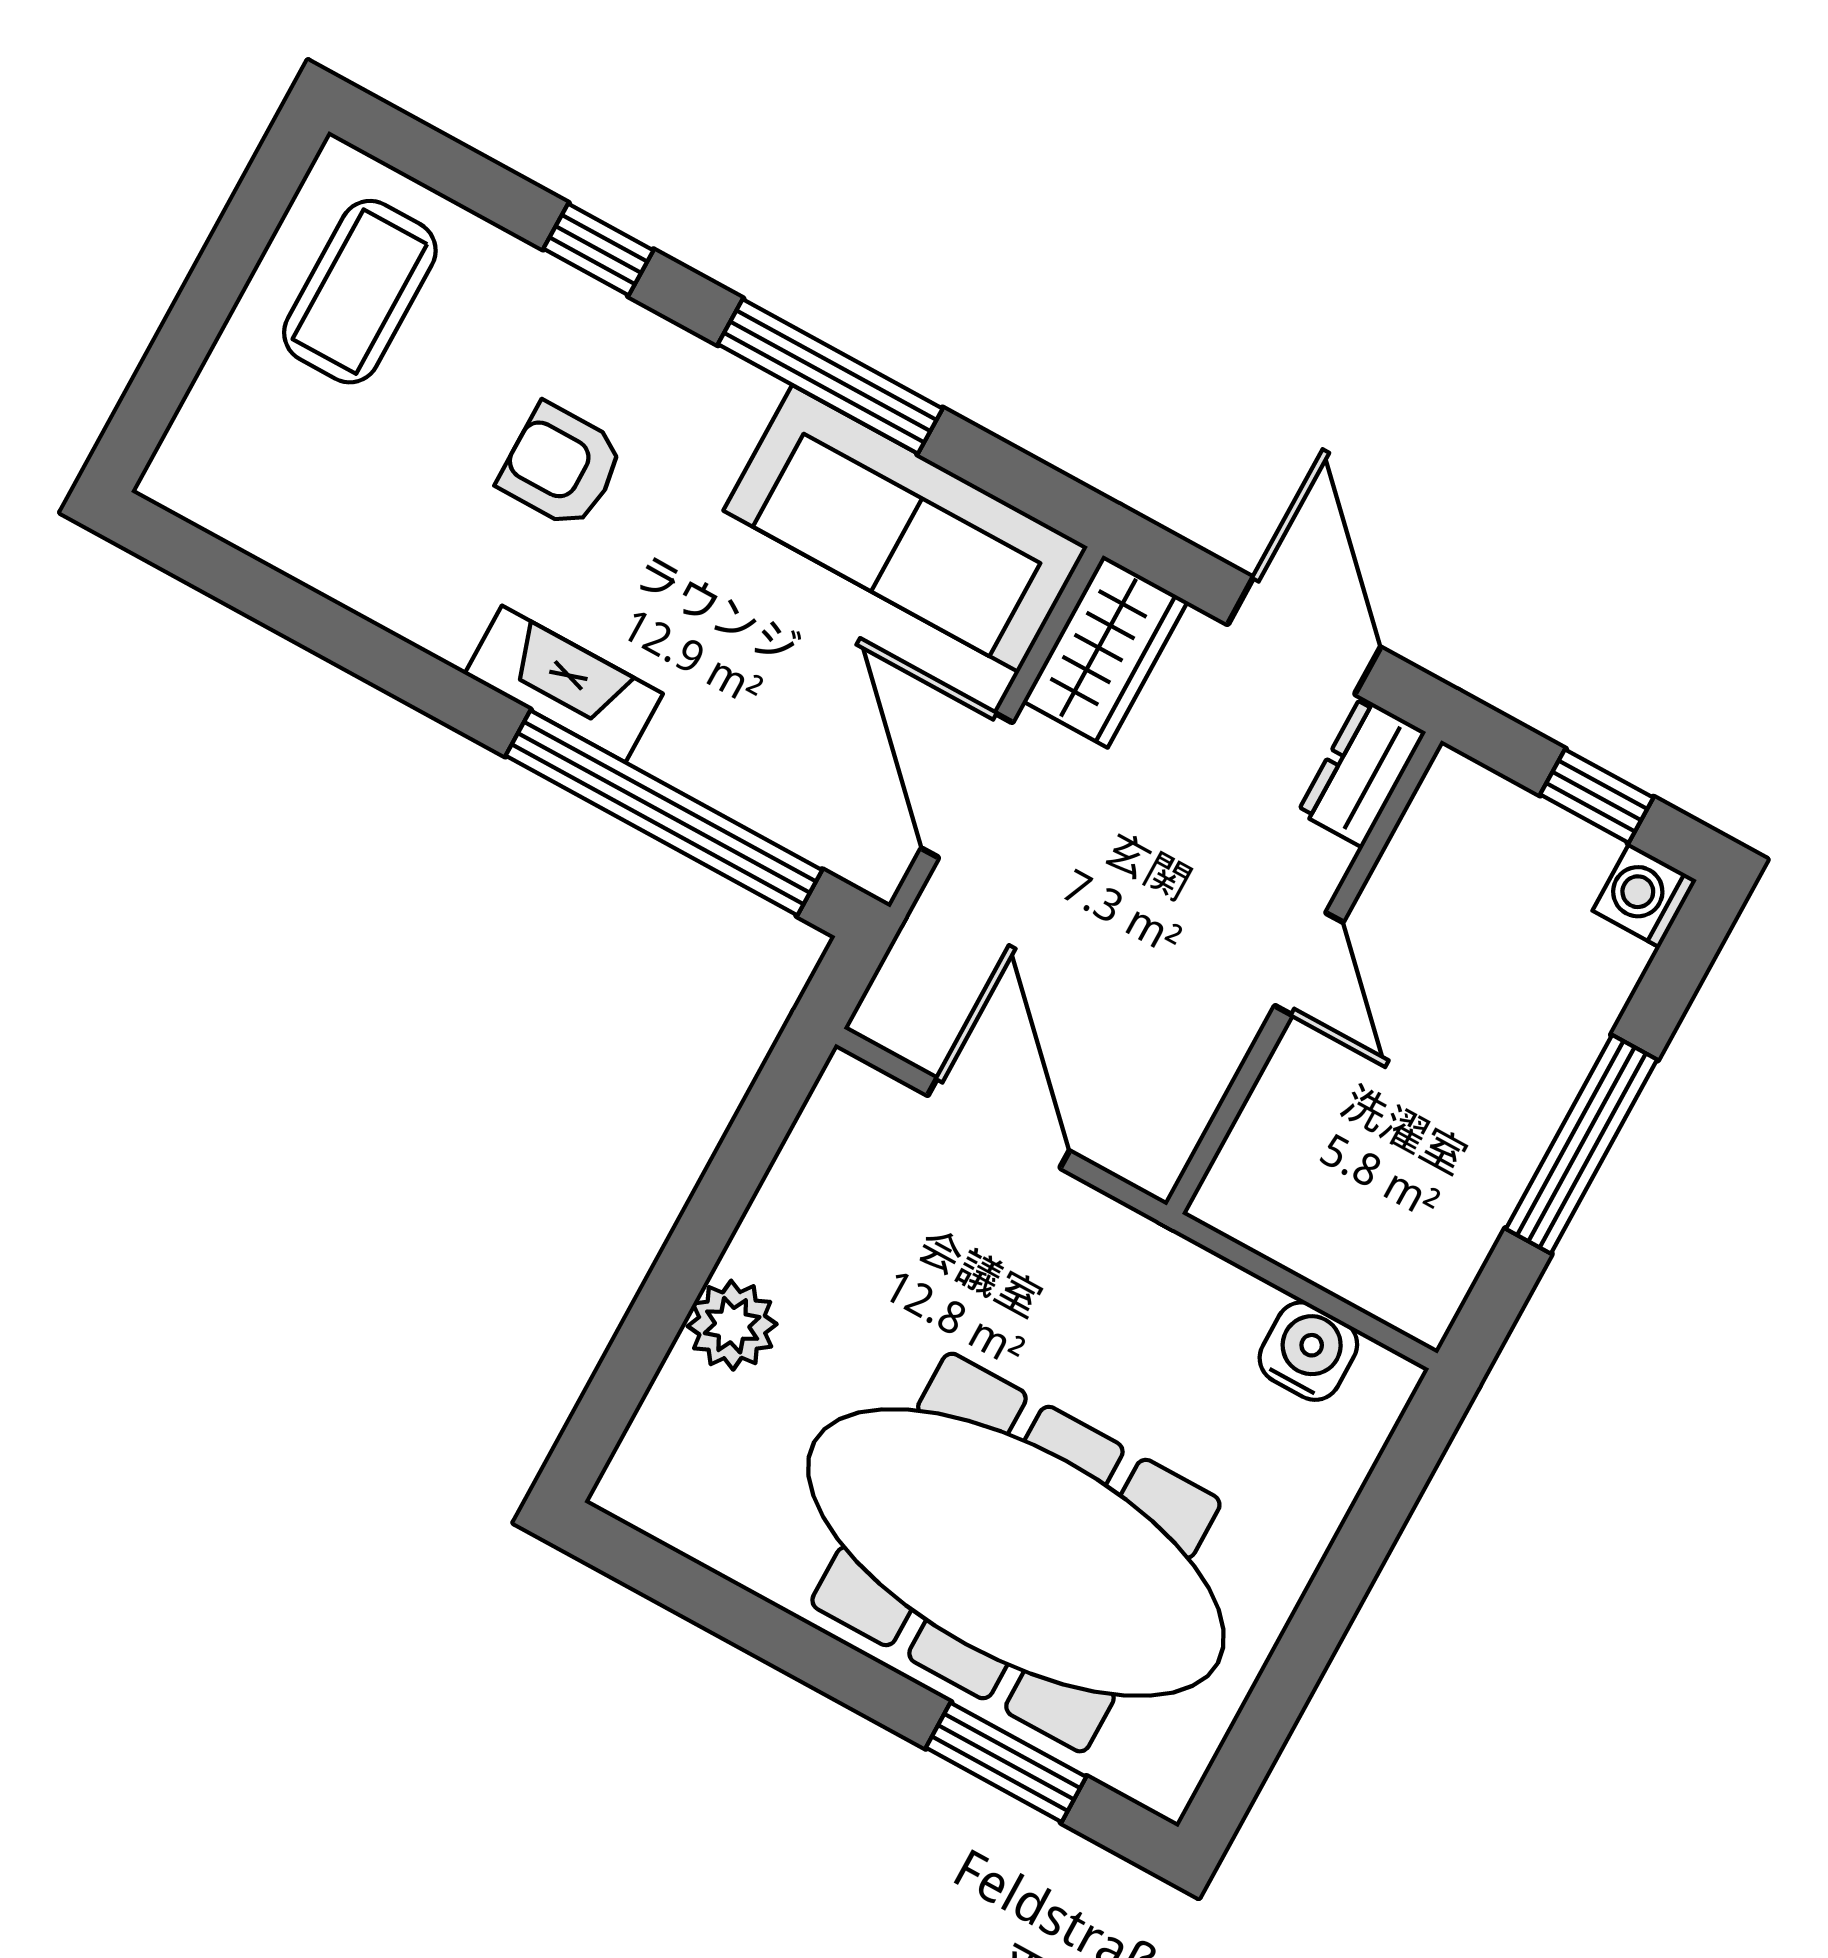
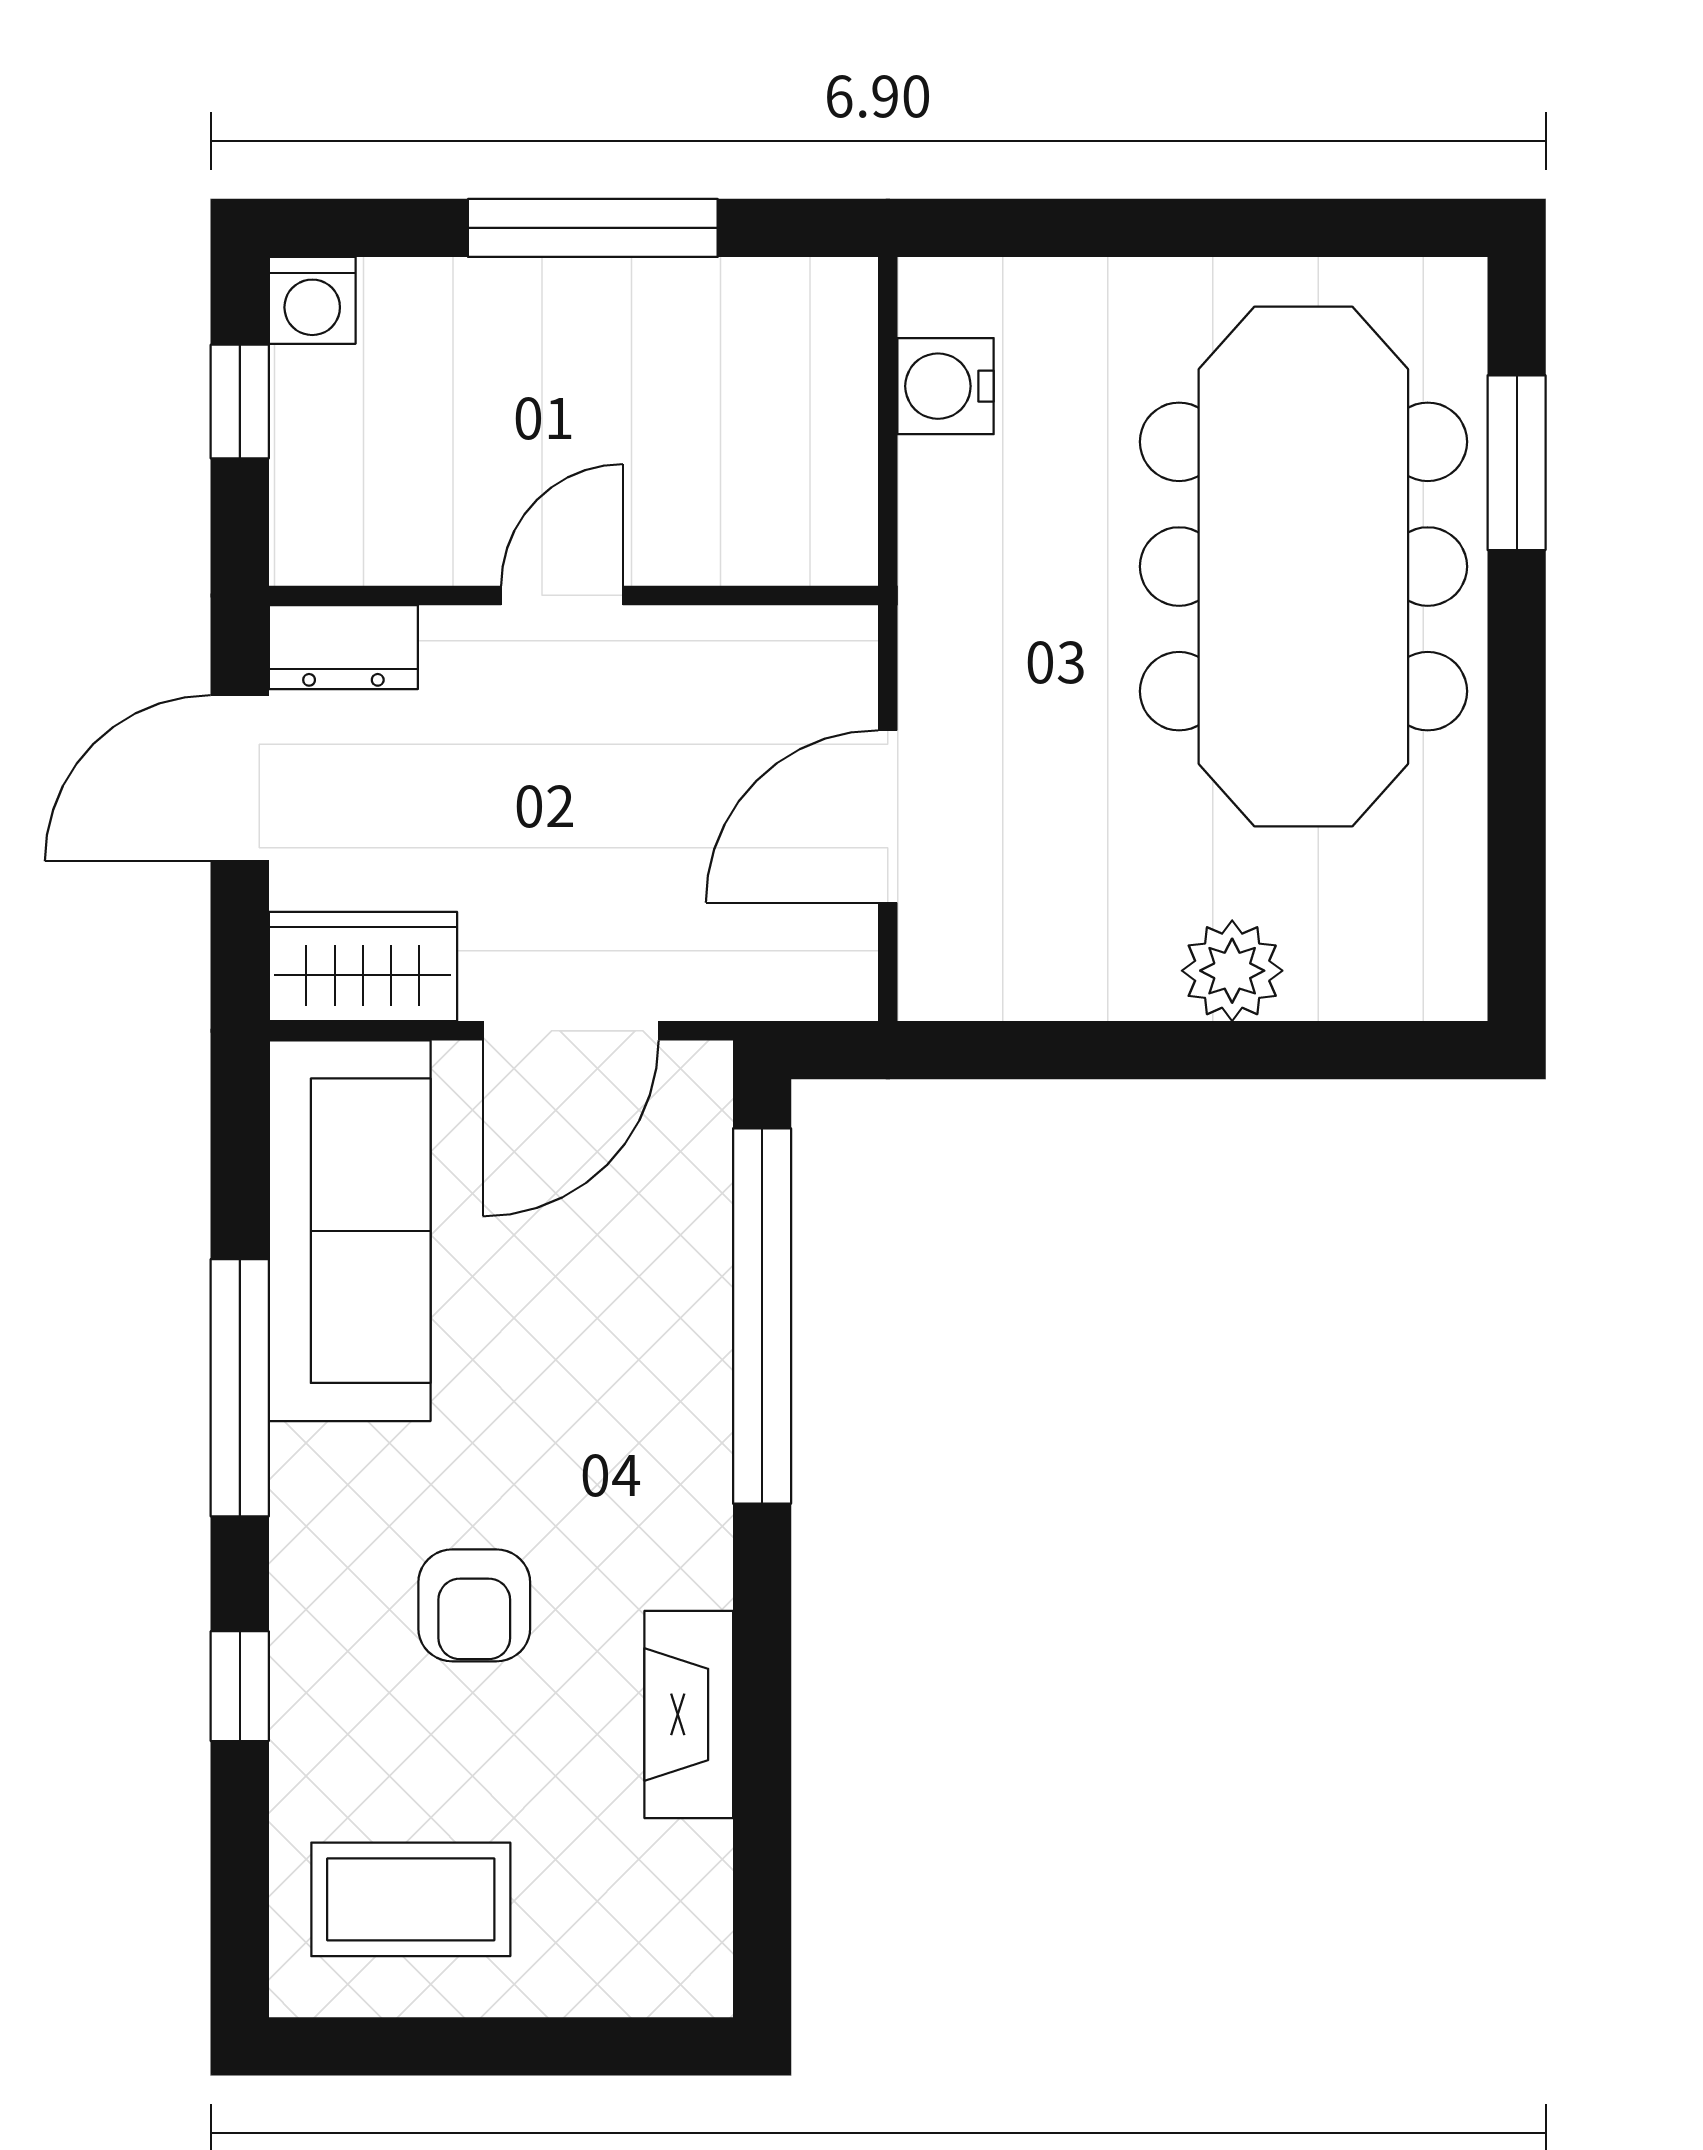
fireplace: (564, 684) -> (689, 1714), moved

